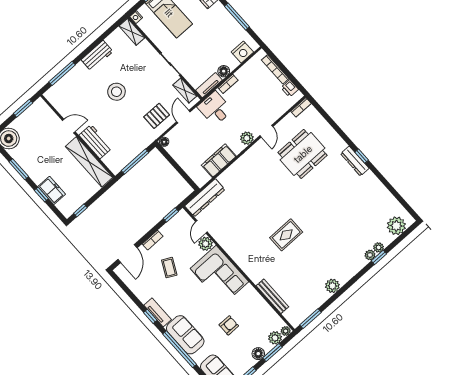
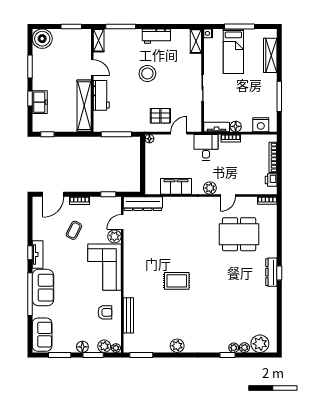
shelving: (185, 90) -> (99, 40), moved
plant: (370, 255) -> (244, 348), moved
armchair: (229, 325) -> (105, 312), moved

